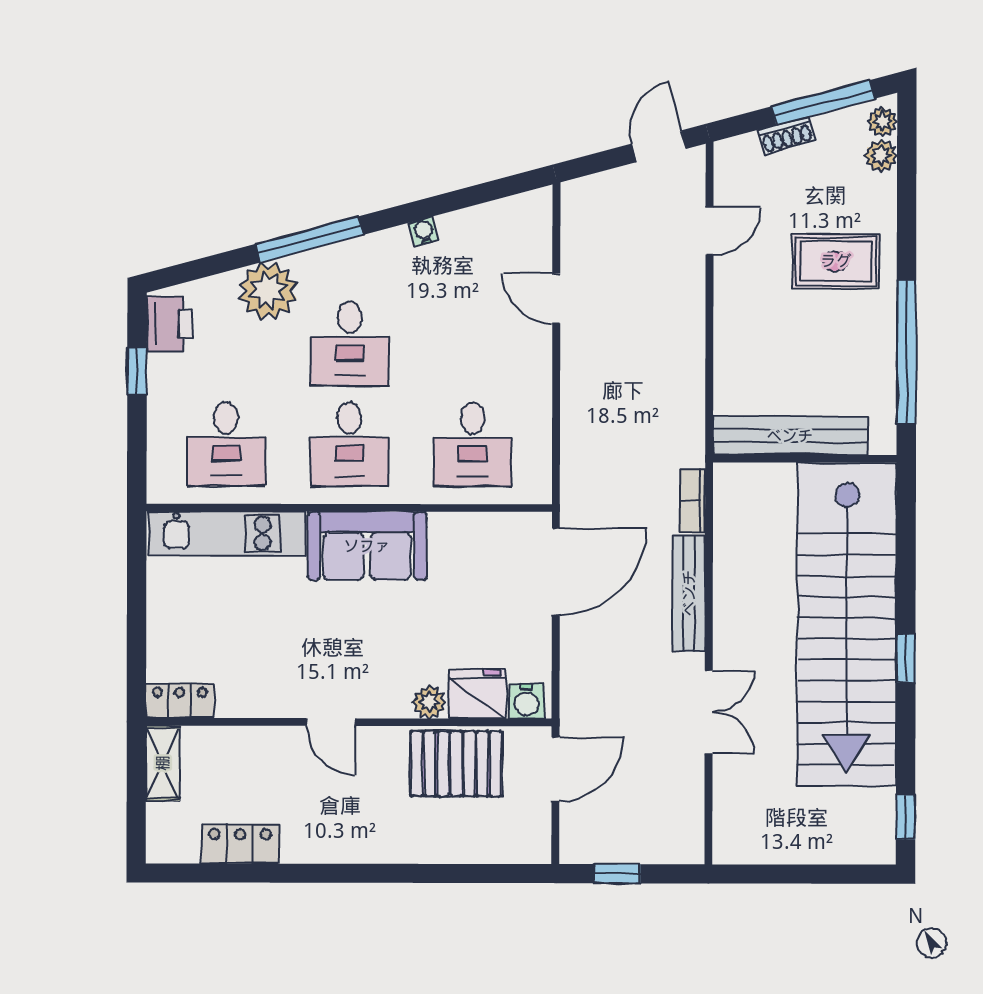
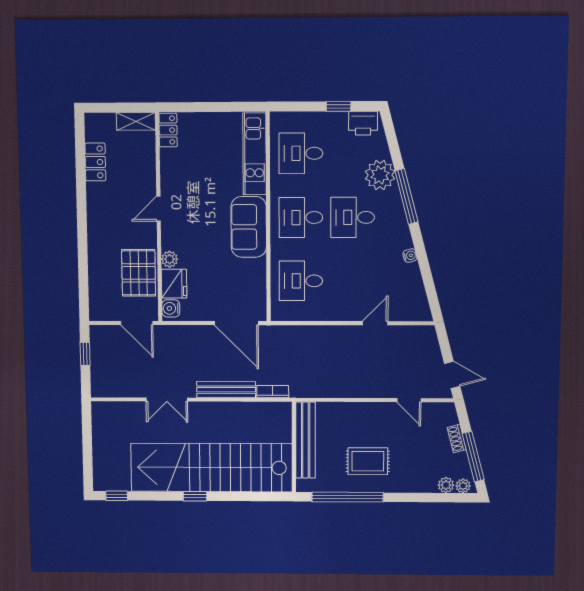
rug: (836, 261) -> (368, 461), moved, turned 90

